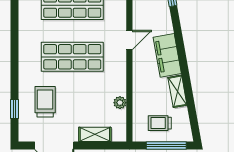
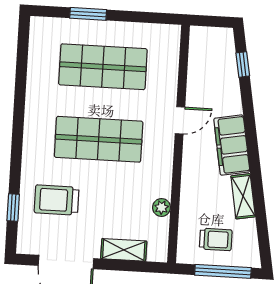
trolley: (45, 102) -> (57, 200), turned -90
trolley: (160, 123) -> (216, 239), turned 180

